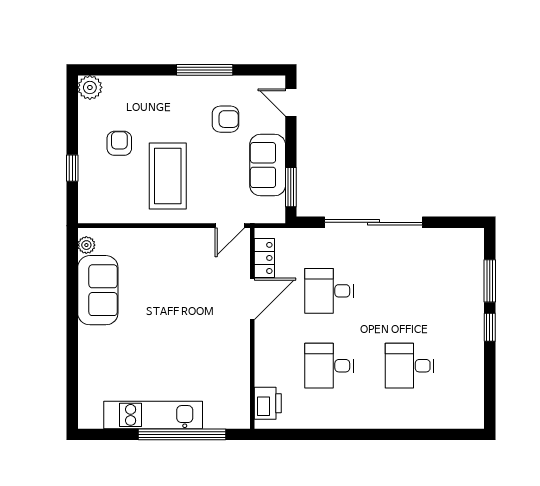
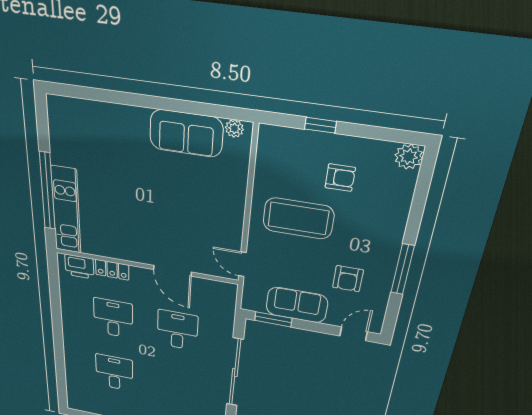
locker: (264, 258) -> (112, 270), moved
kitchen unit: (153, 415) -> (66, 210), moved

